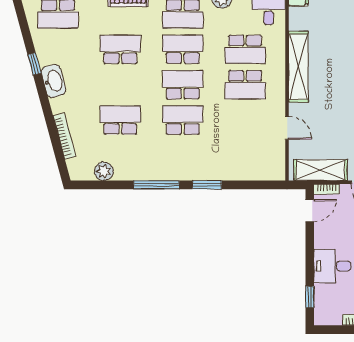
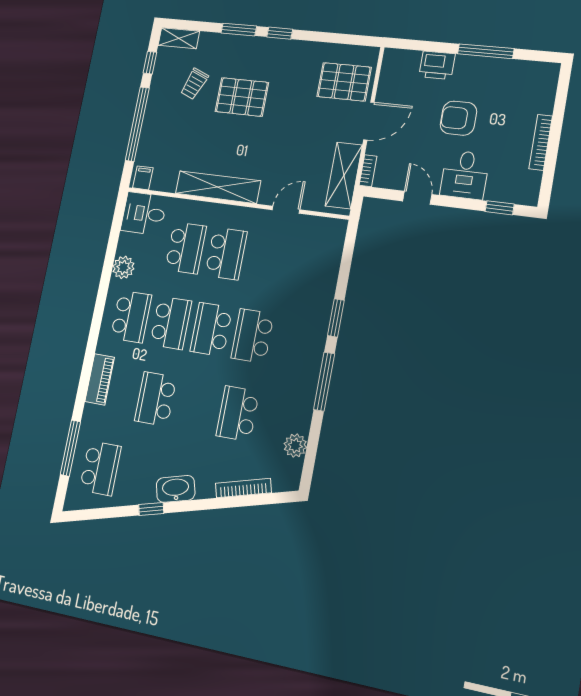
school desk: (183, 49) -> (171, 323), turned 180
door: (310, 211) -> (417, 198), moved

